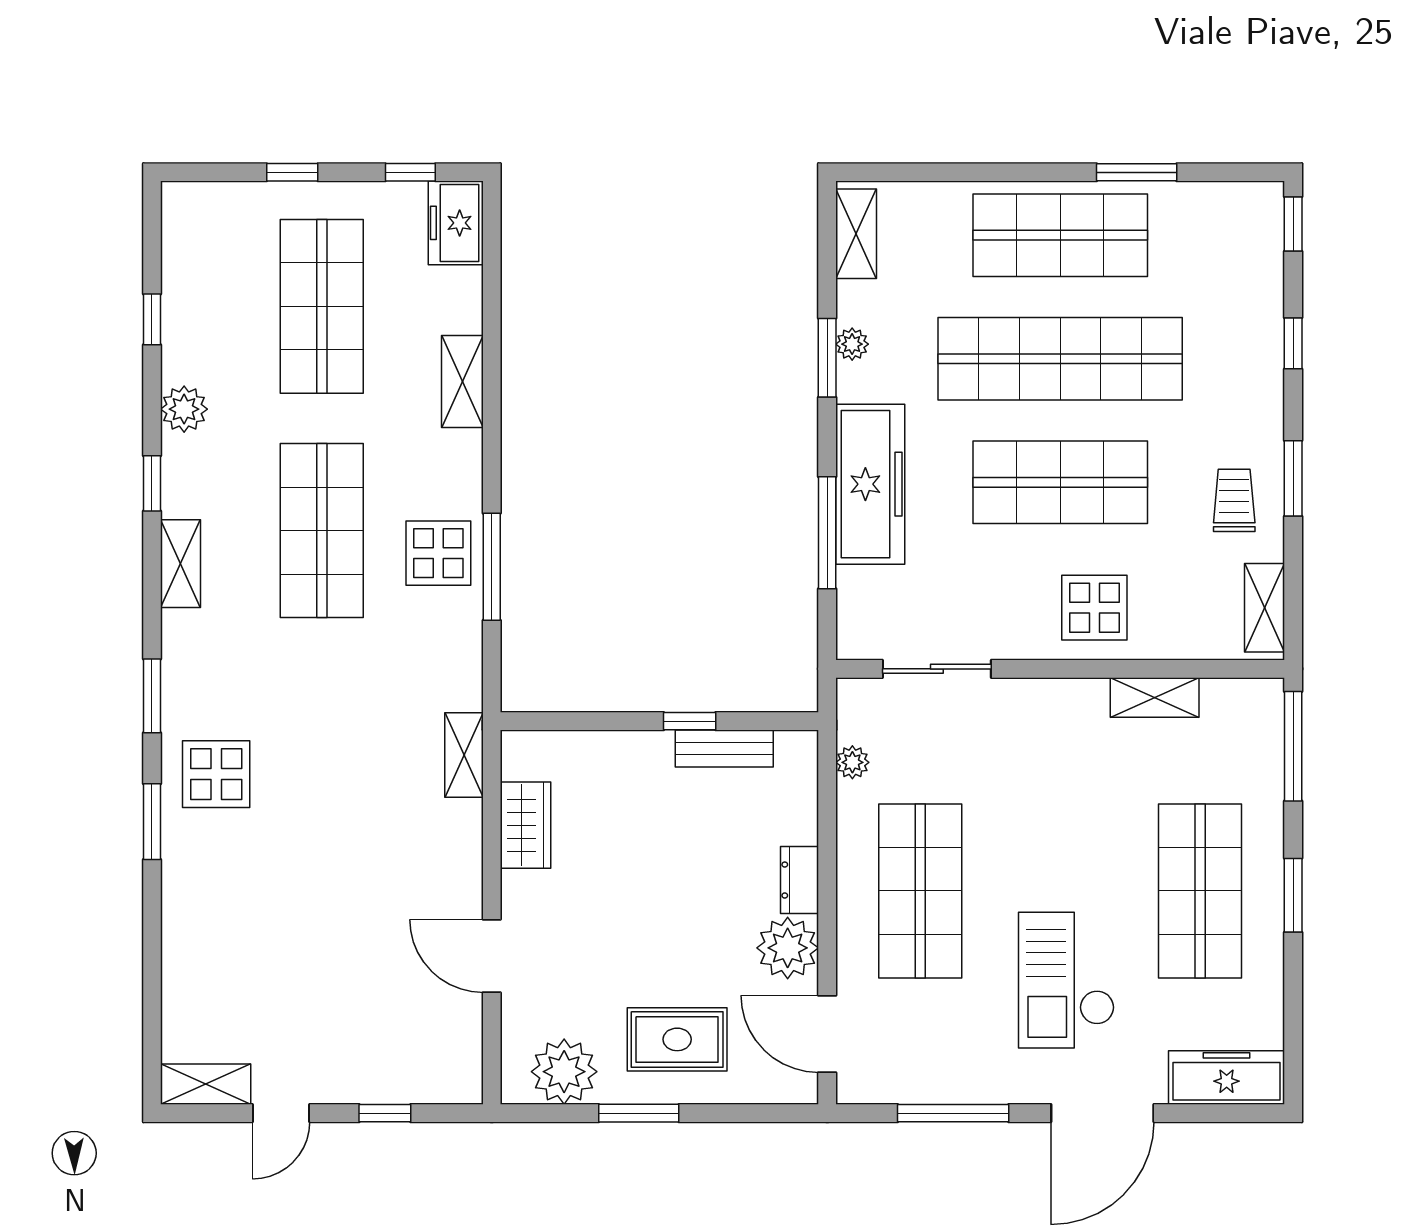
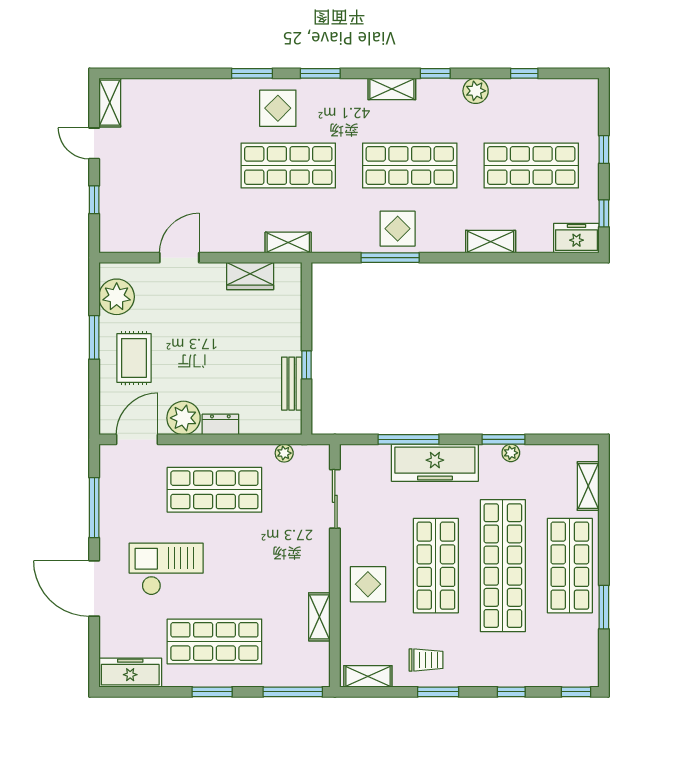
shelving: (856, 234) -> (588, 486), moved, turned 90
shop shelf: (322, 755) -> (288, 166), added
freezer: (1227, 1077) -> (130, 673), moved, turned -90

